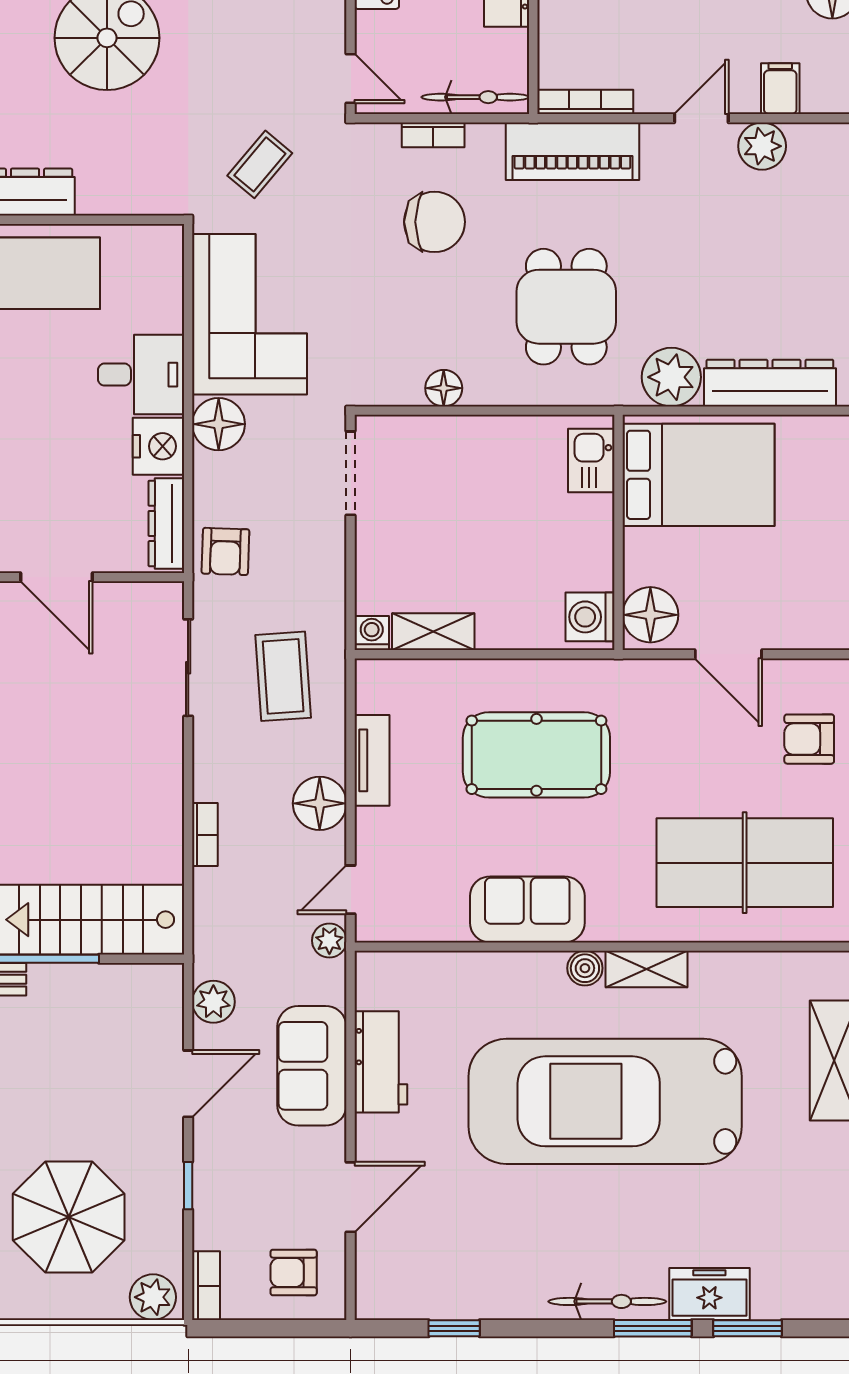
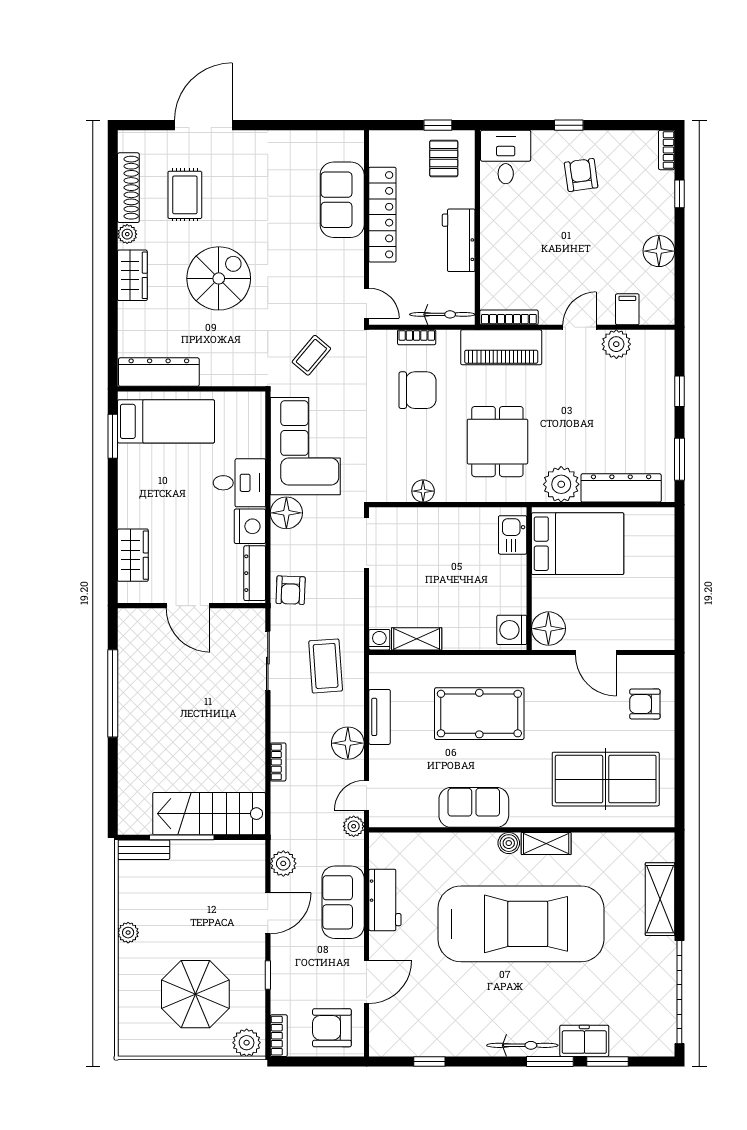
car: (605, 1101) -> (521, 924), turned 180
armchair: (294, 1272) -> (332, 1028), width x1.38, depth x1.38

